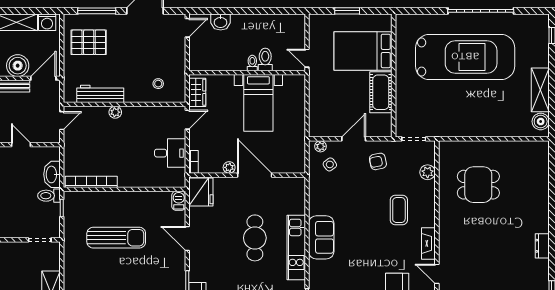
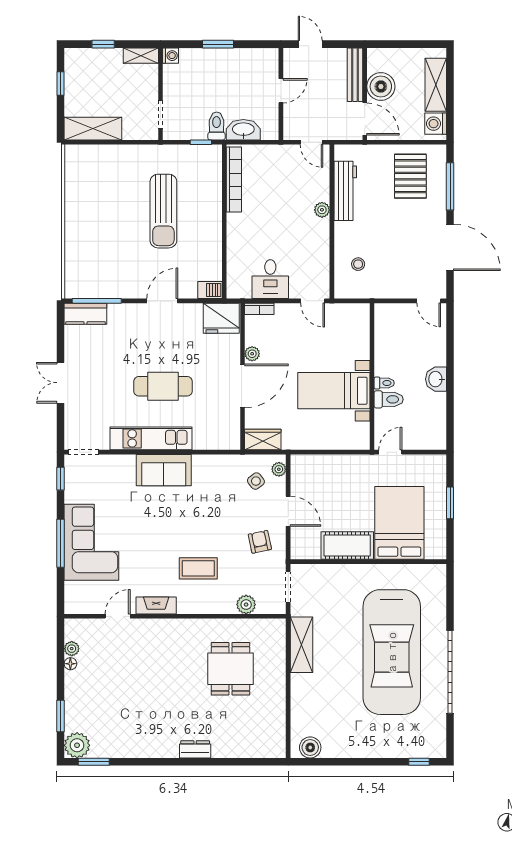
washbasin: (221, 22) -> (436, 379), moved
shelving: (540, 90) -> (301, 645), moved, turned 90
wardrobe: (197, 92) -> (263, 439), moved, turned 180
dresser: (542, 246) -> (195, 749), moved

